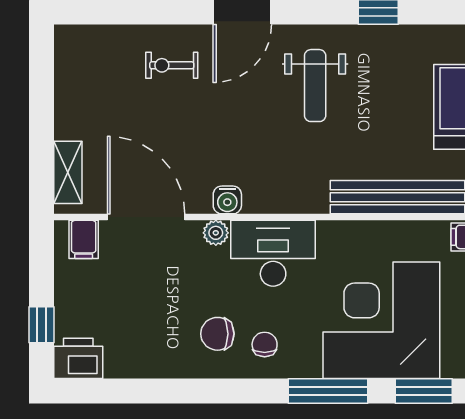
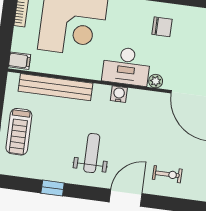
water cooler: (227, 200) -> (119, 94), moved
chair: (265, 344) -> (137, 18), removed

